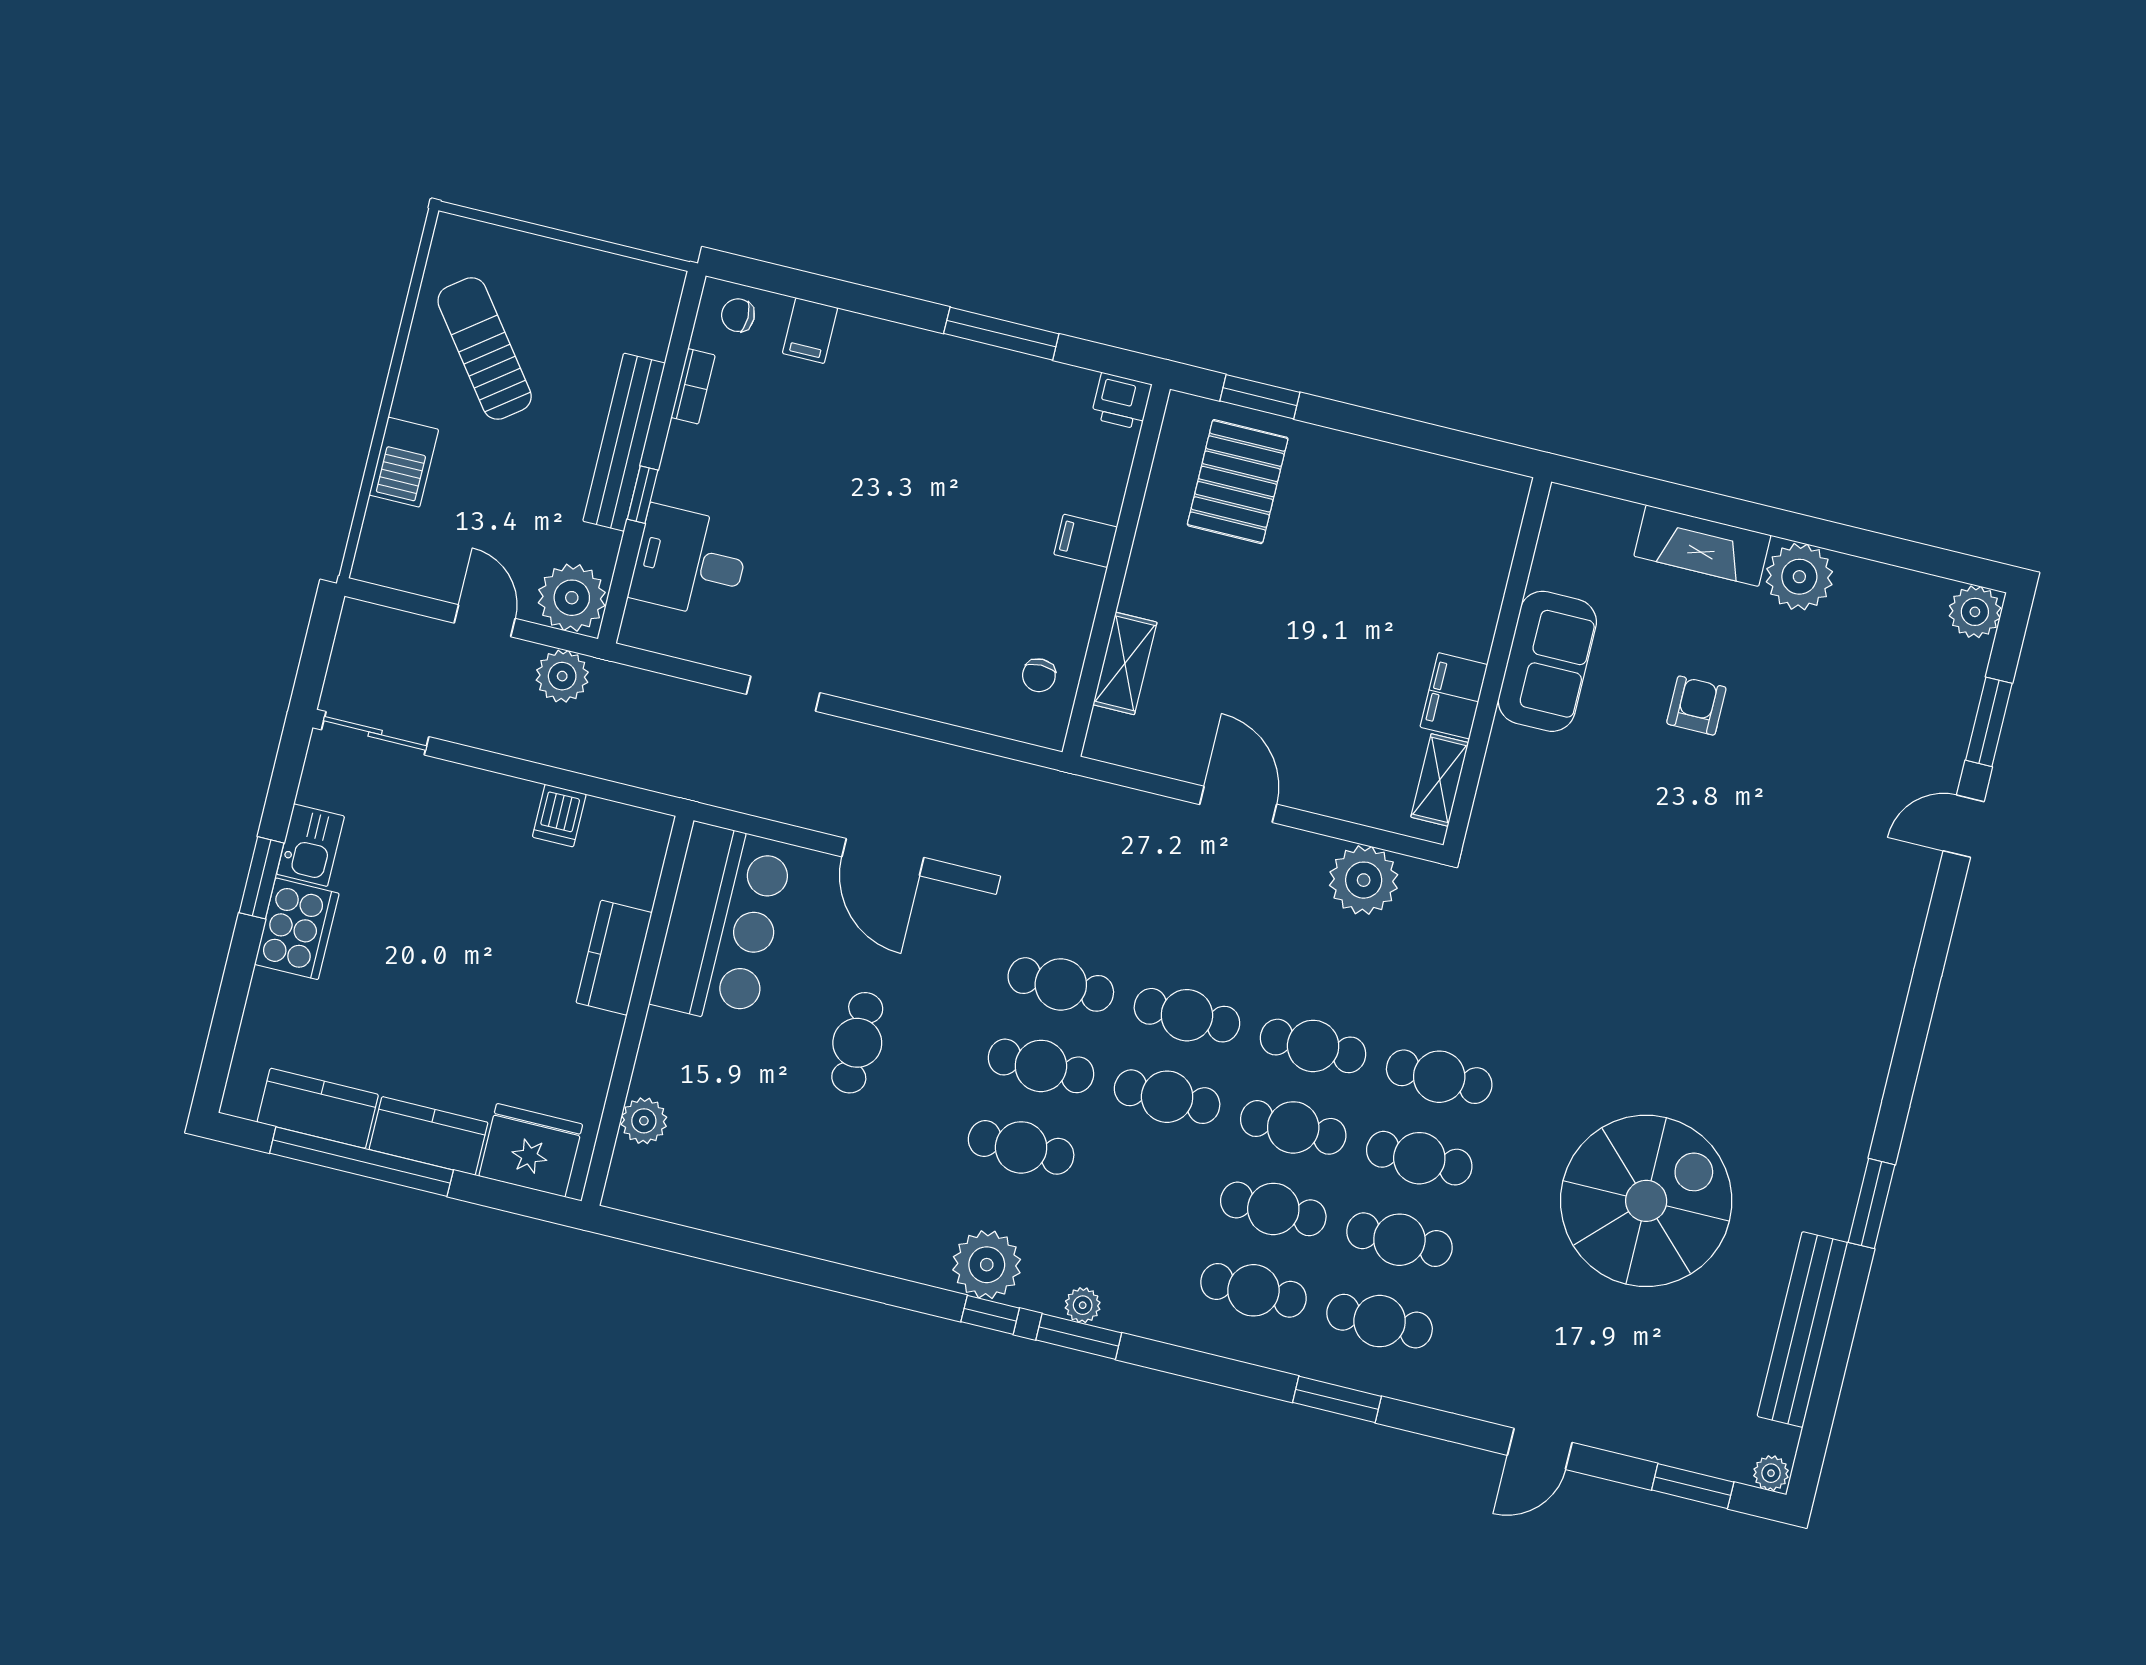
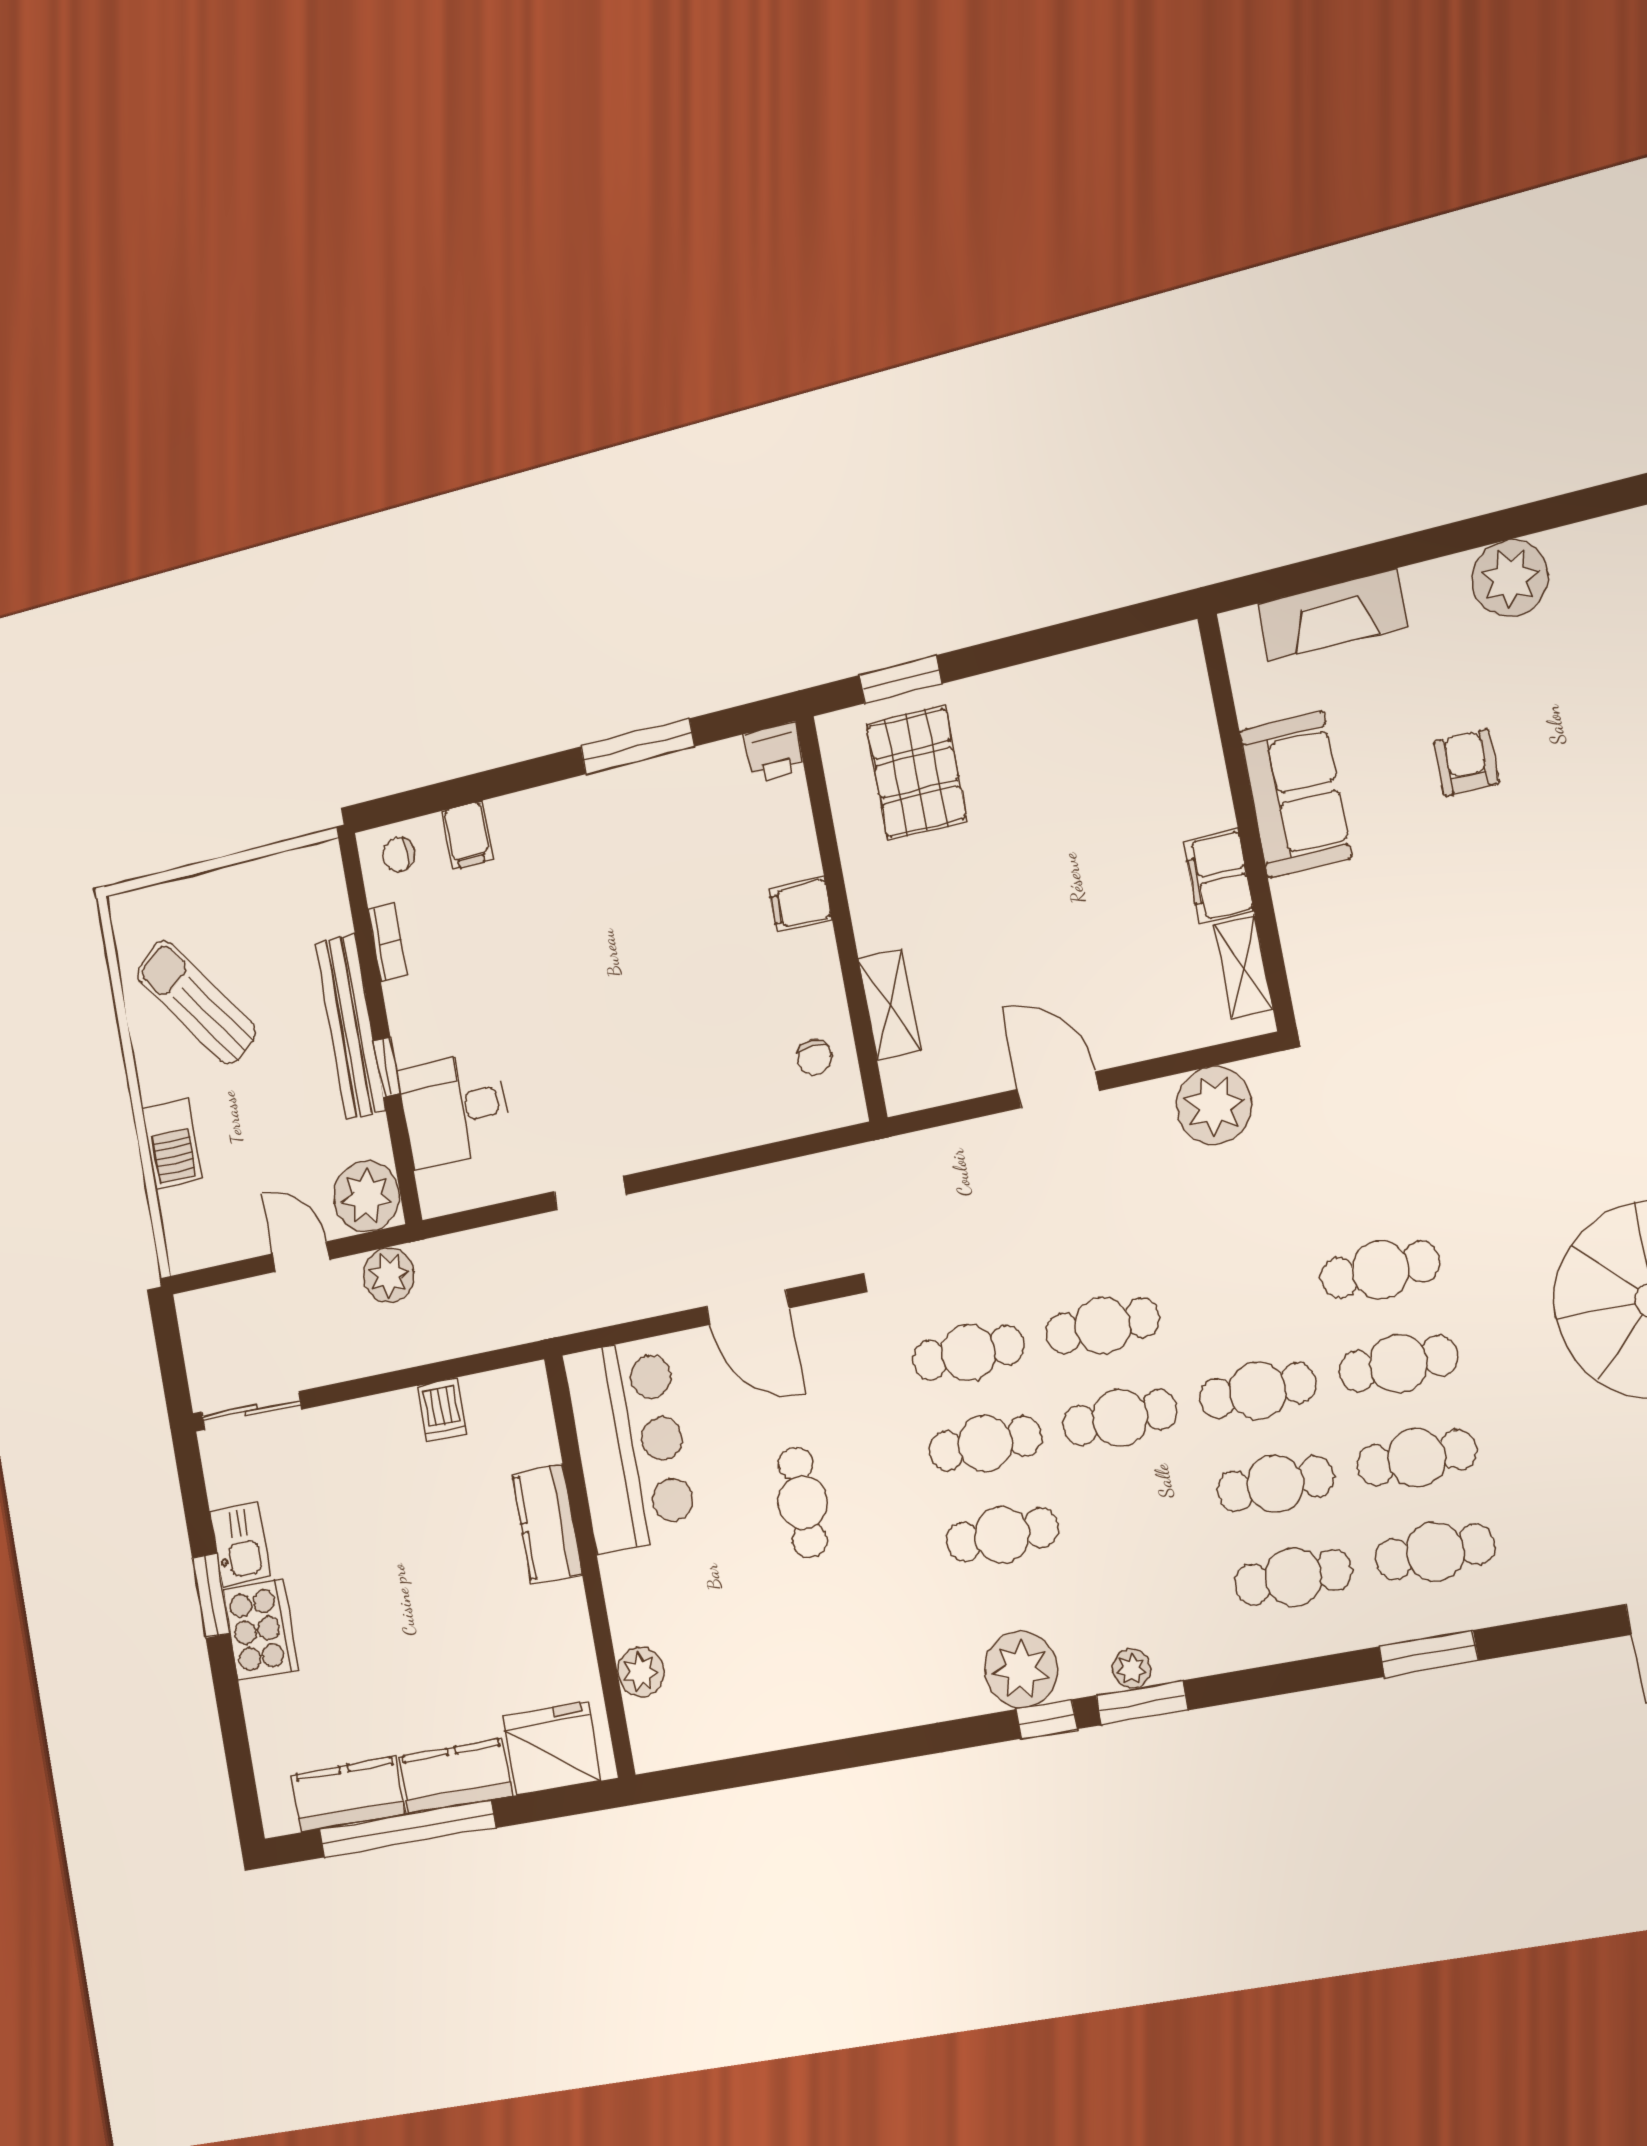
fireplace: (1702, 546) -> (1332, 615), moved
cafe table: (1313, 1046) -> (1240, 1298), removed

